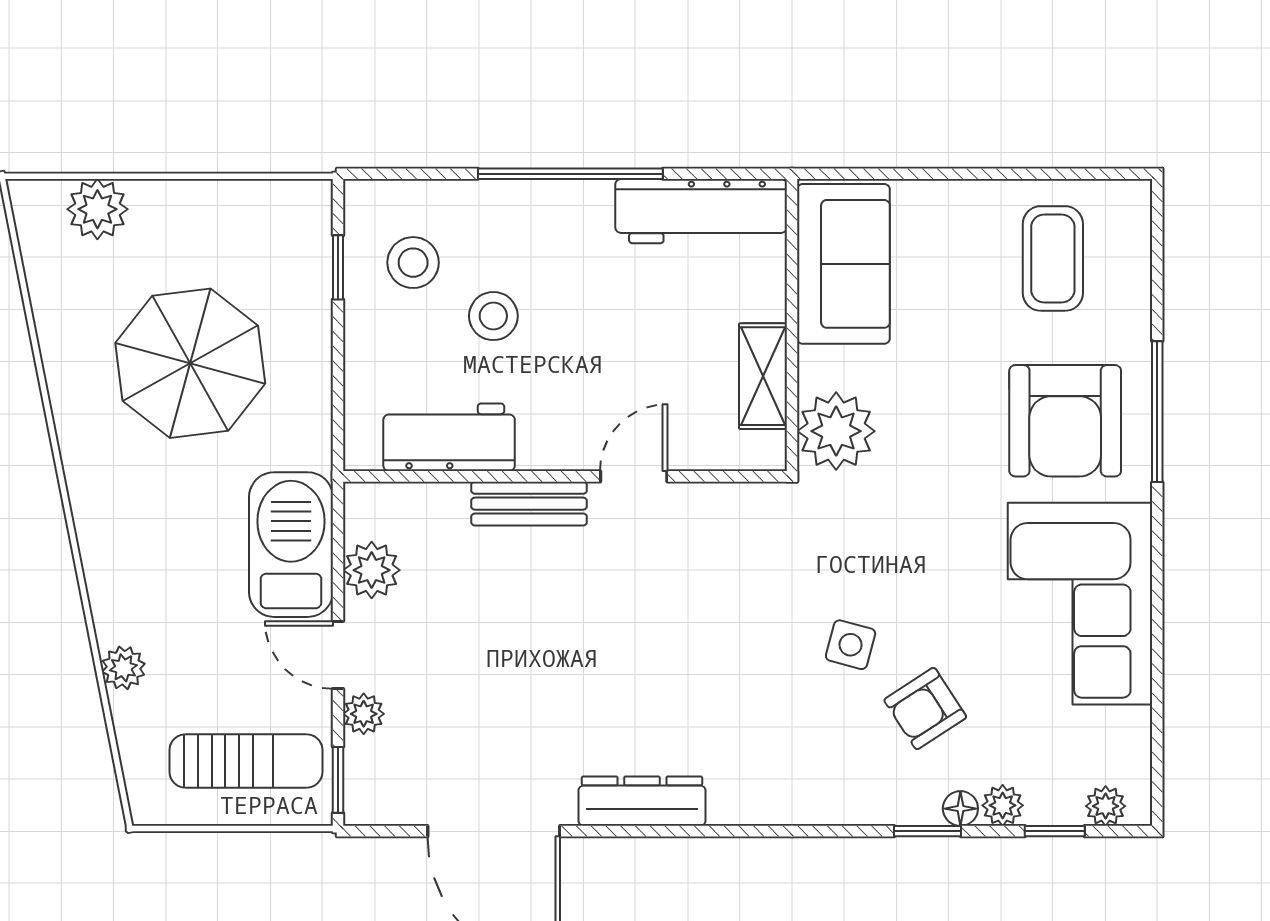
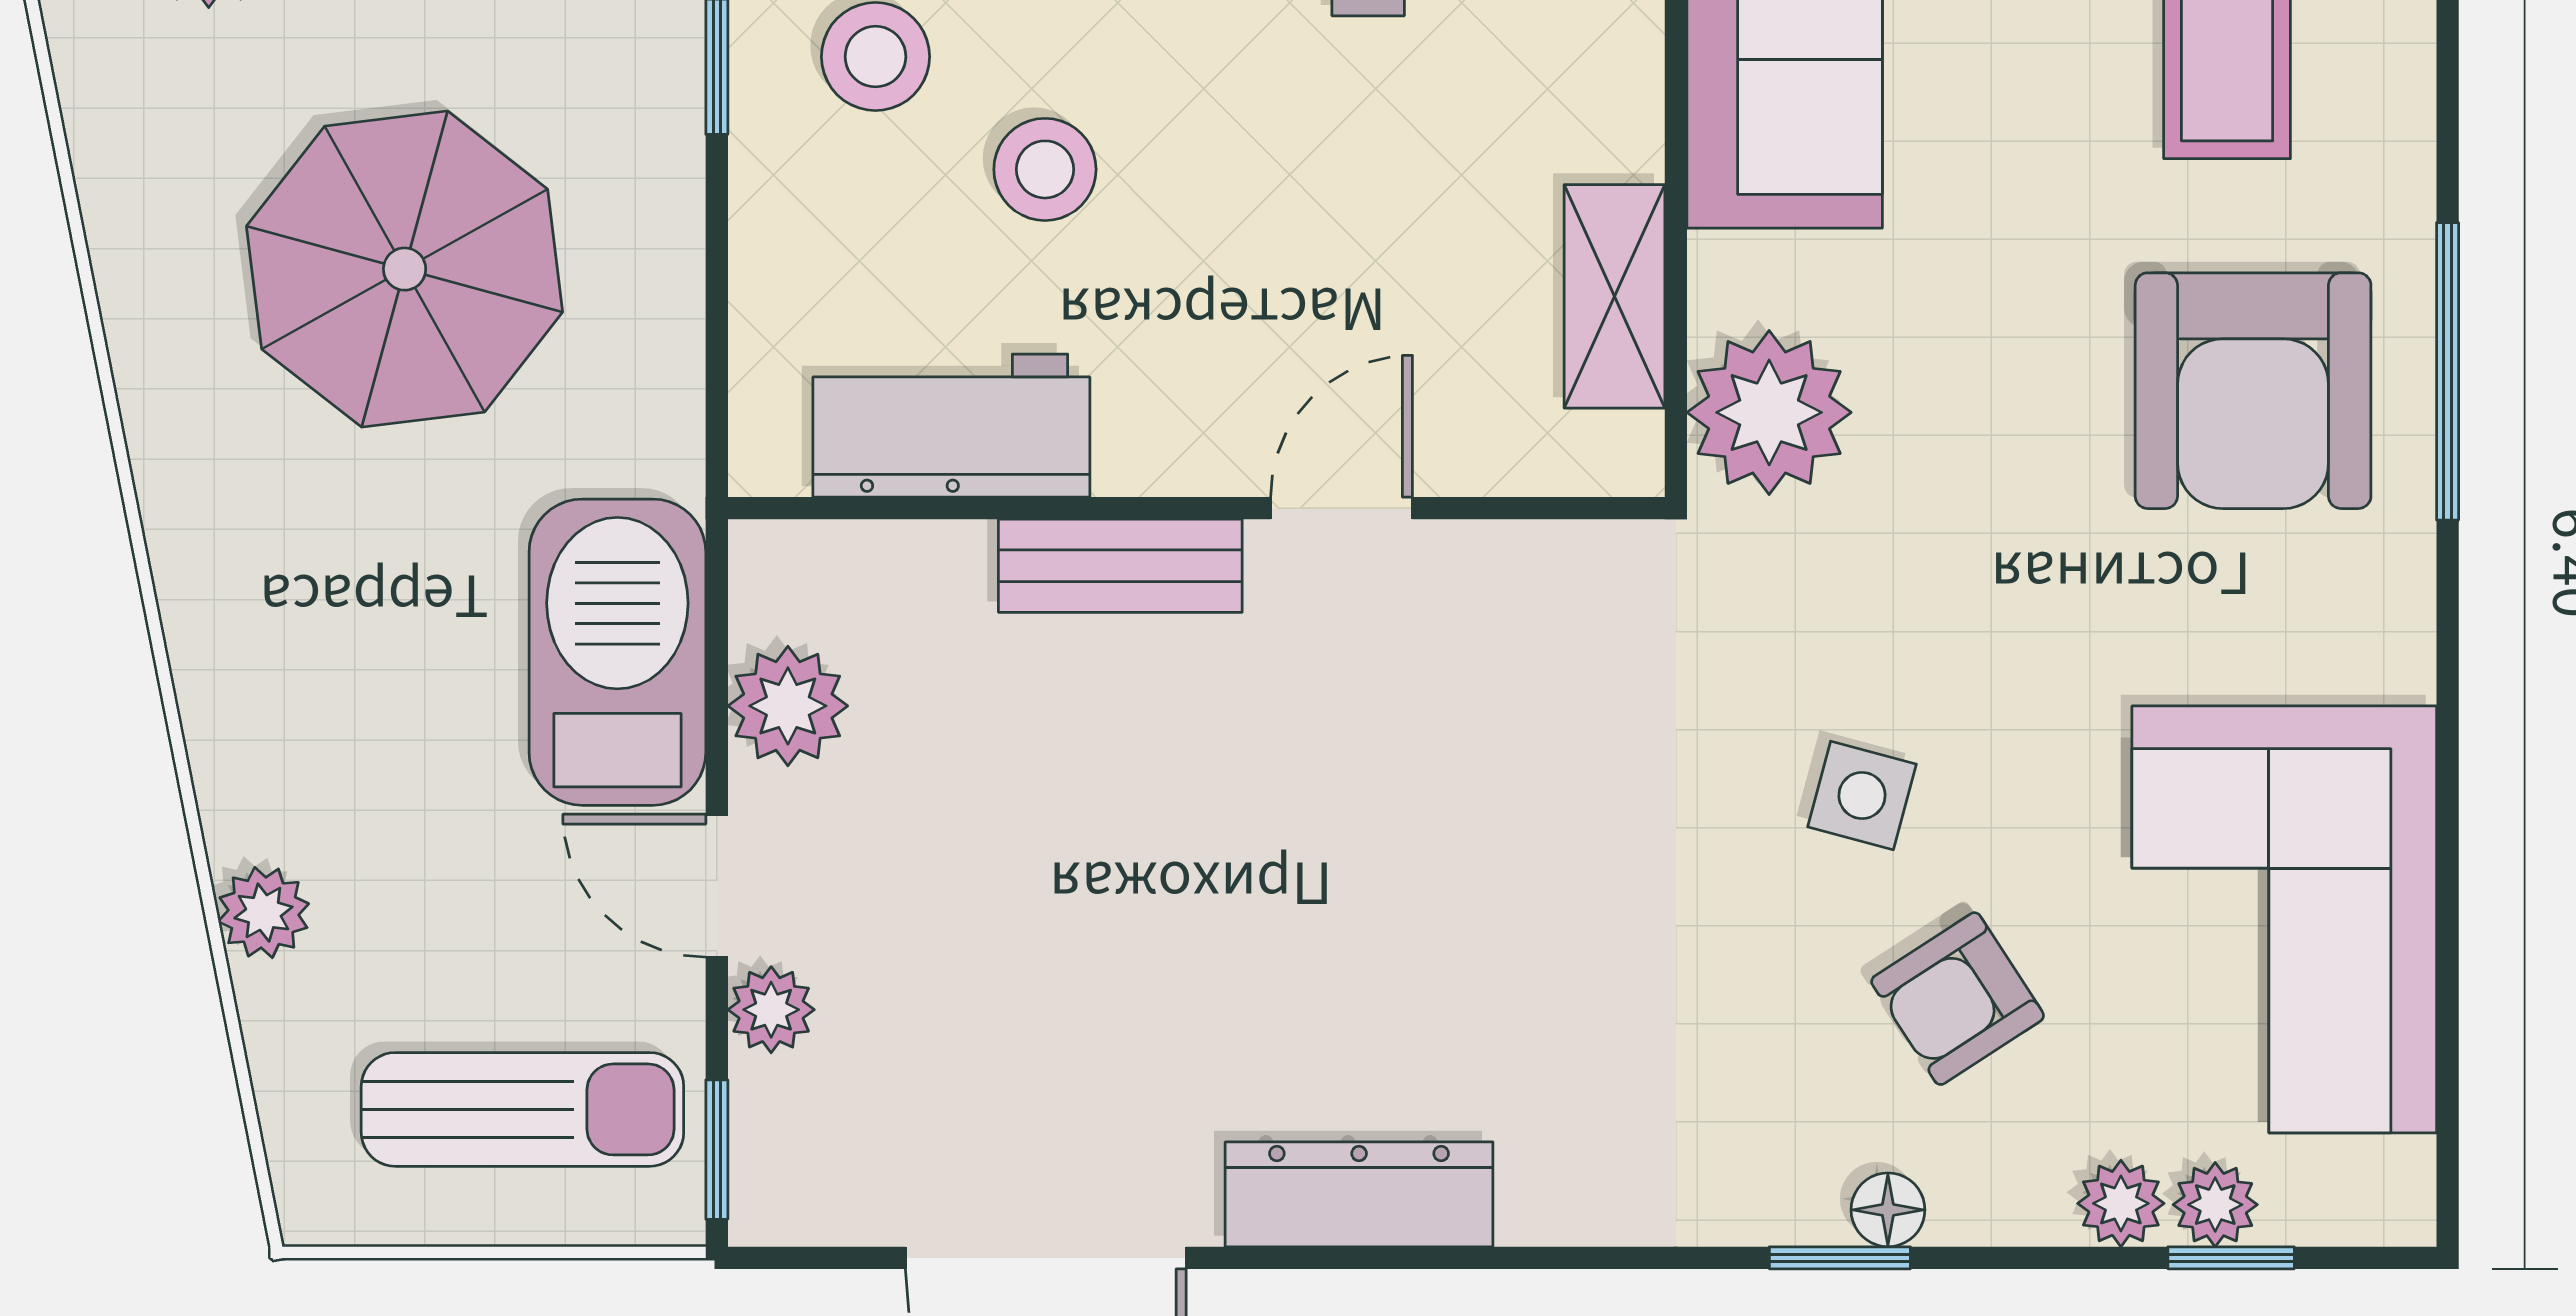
corner sofa: (1080, 604) -> (2284, 919), moved
side table: (851, 645) -> (1862, 795), moved
plant: (1106, 806) -> (2215, 1205), moved
floor lamp: (960, 809) -> (1888, 1210), moved
window: (928, 831) -> (1840, 1258), moved

